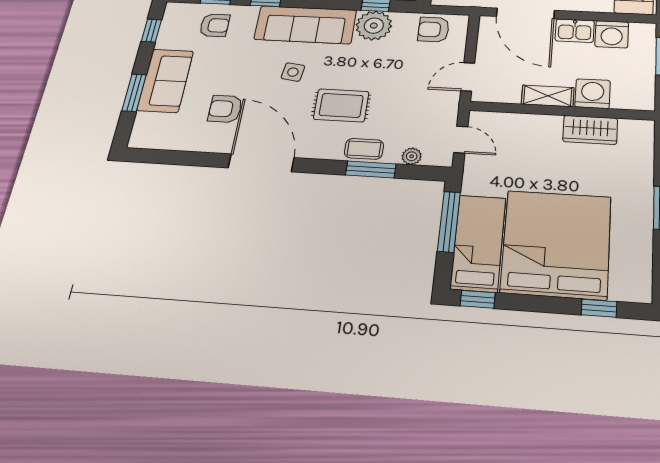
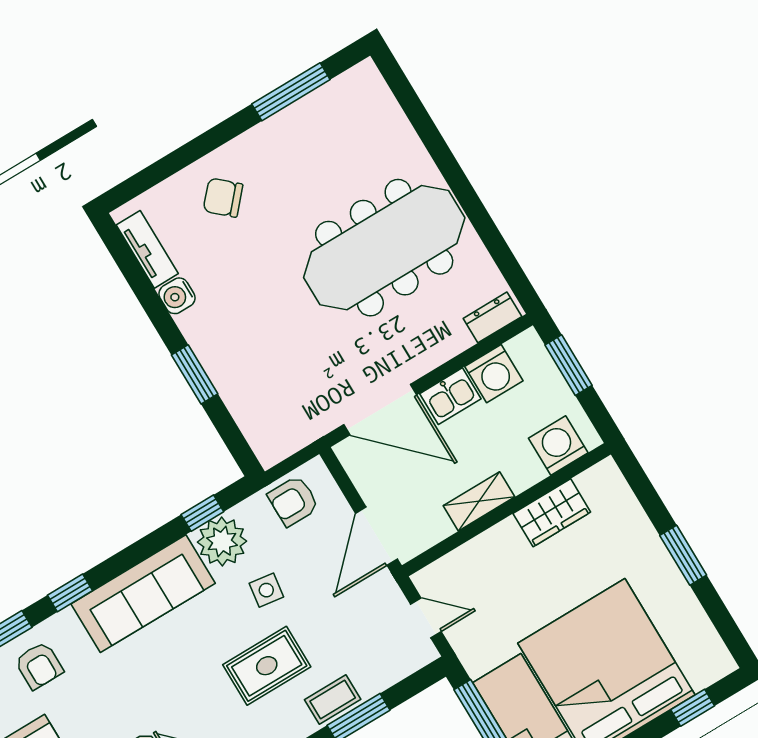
armchair: (215, 25) -> (39, 665), turned 90
side table: (293, 72) -> (266, 590), moved
door: (468, 77) -> (377, 536), width x1.38
washing machine: (593, 94) -> (558, 445), moved
plant: (412, 156) -> (389, 673), removed

